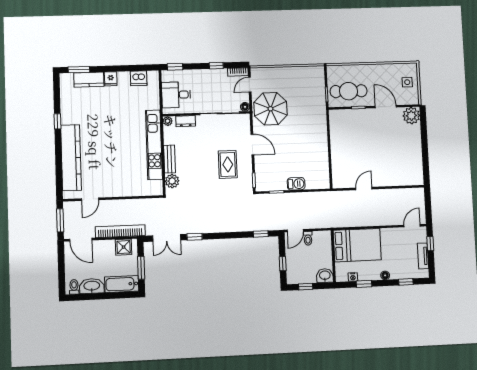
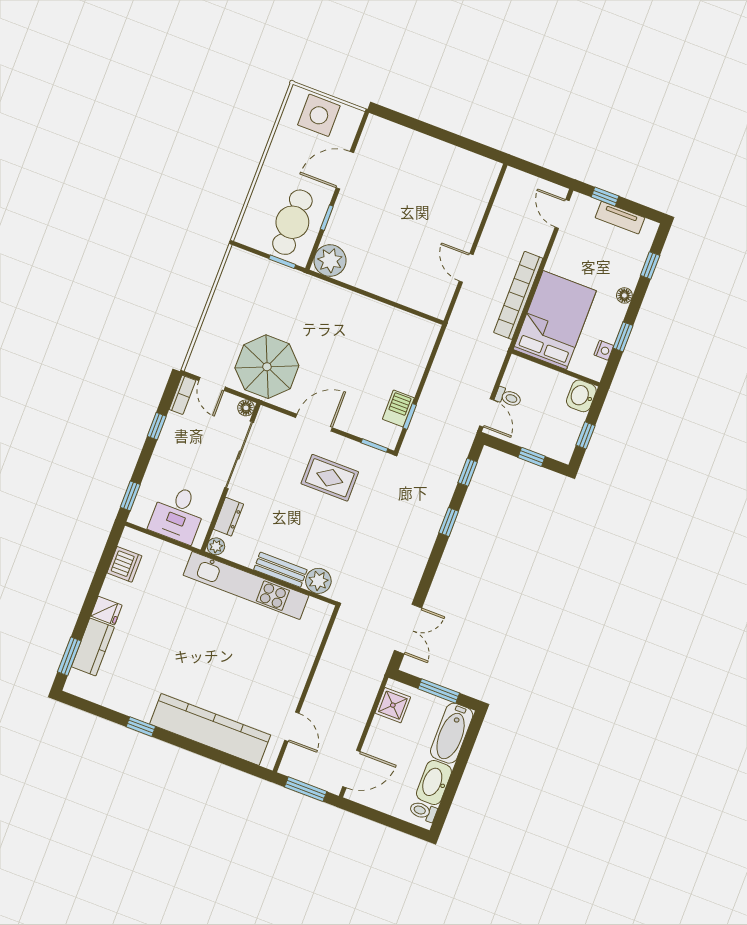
side table: (407, 82) -> (319, 115), width x1.87, depth x1.87
plant: (411, 116) -> (330, 261), moved
barbecue: (296, 184) -> (398, 408), moved
bookcase: (120, 231) -> (518, 295), moved
window: (195, 237) -> (449, 522), moved

